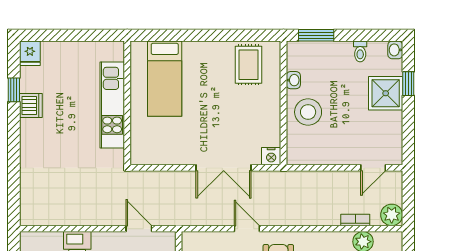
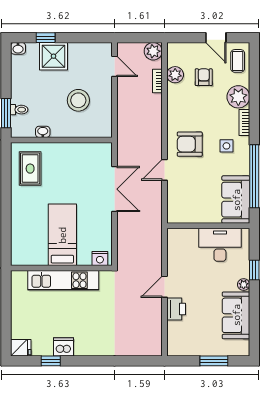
toilet: (360, 51) -> (19, 110), moved
rug: (249, 65) -> (30, 169), turned 90
bed: (165, 79) -> (62, 235), moved, turned -90
stool: (308, 112) -> (78, 100), moved
nightstand: (271, 156) -> (100, 259), moved, turned 90
door: (139, 229) -> (164, 287), moved

